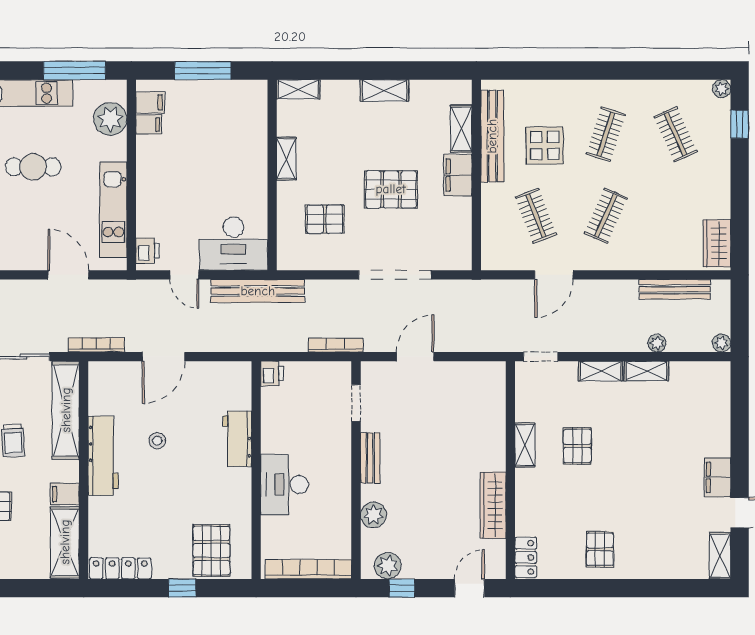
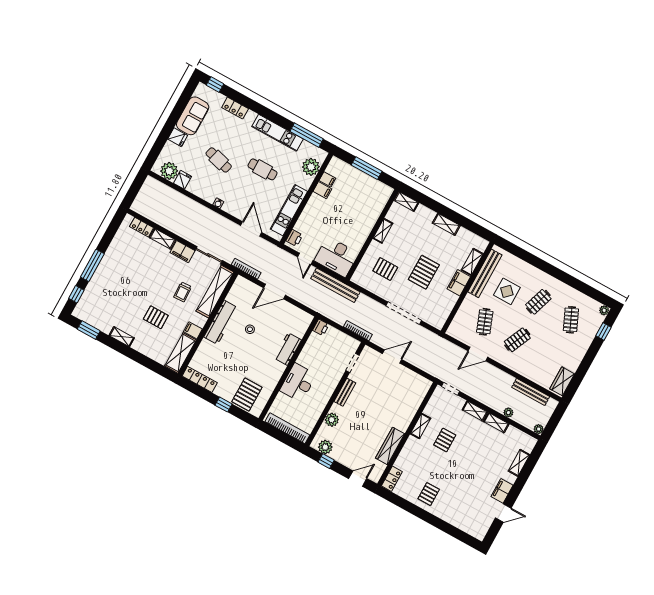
filing cabinet: (150, 102) -> (322, 190), moved
pallet: (391, 189) -> (424, 272), turned 90
shelving: (720, 556) -> (519, 463), moved

